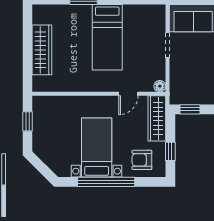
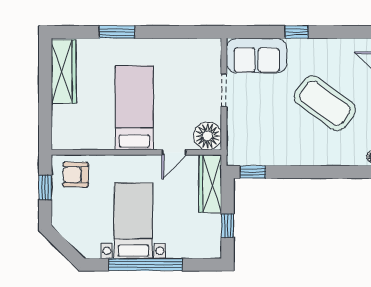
bed: (107, 37) -> (134, 108), moved, turned 180
wardrobe: (42, 50) -> (64, 72), moved
floor lamp: (160, 86) -> (208, 136), width x1.89, depth x1.89
armchair: (142, 160) -> (76, 175), moved

